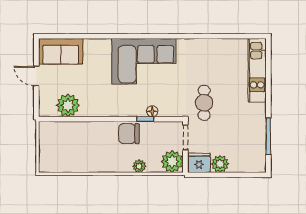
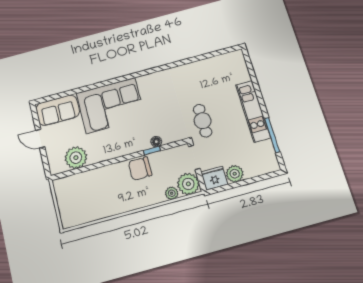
corner sofa: (144, 61) -> (111, 105), moved
kitchen unit: (257, 70) -> (253, 111), moved
plant: (139, 166) -> (172, 193), moved

